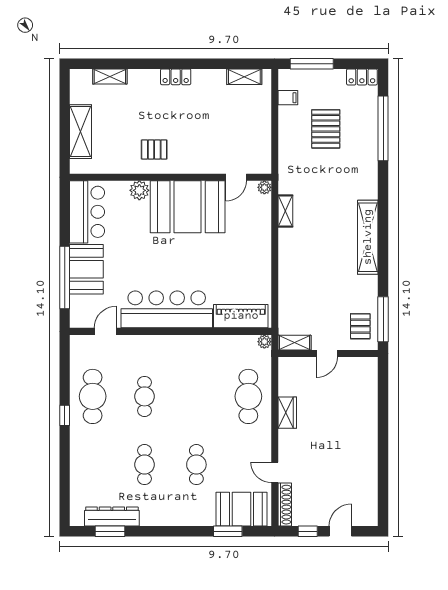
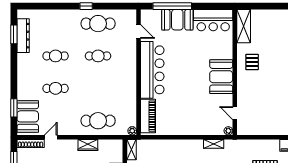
shelving: (80, 132) -> (244, 26), moved, turned 90
plant: (139, 190) -> (227, 53), removed
booth: (188, 207) -> (221, 77), width x0.73, depth x0.70

